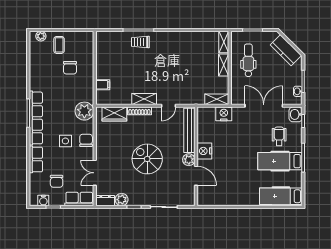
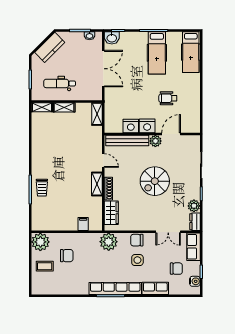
plant: (41, 36) -> (40, 242), moved, width x1.87, depth x1.87
double door: (264, 106) -> (103, 69), swing flipped
nightstand: (224, 114) -> (131, 126), moved, turned -90
wheelchair: (279, 136) -> (168, 98), moved

